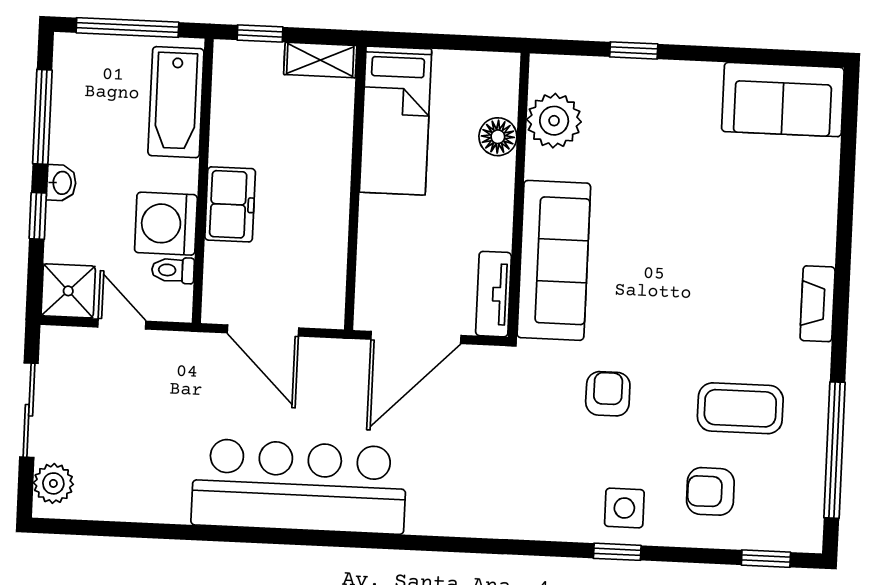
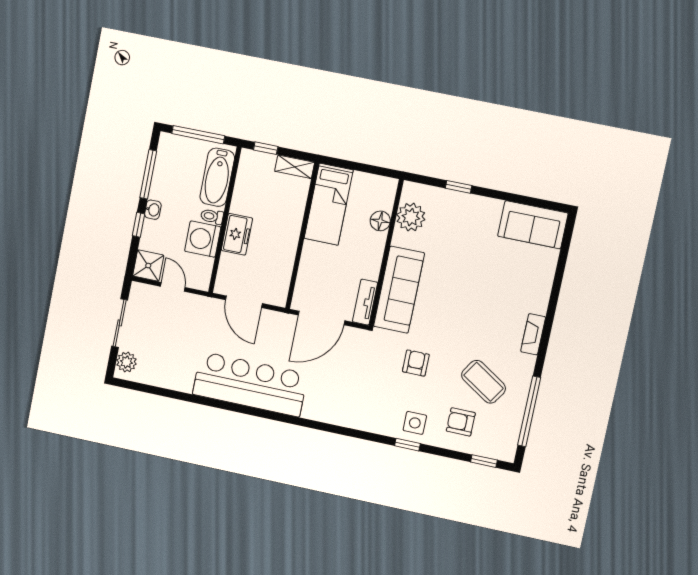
toilet: (173, 270) -> (212, 216), moved
coffee table: (740, 408) -> (483, 382), turned 33

